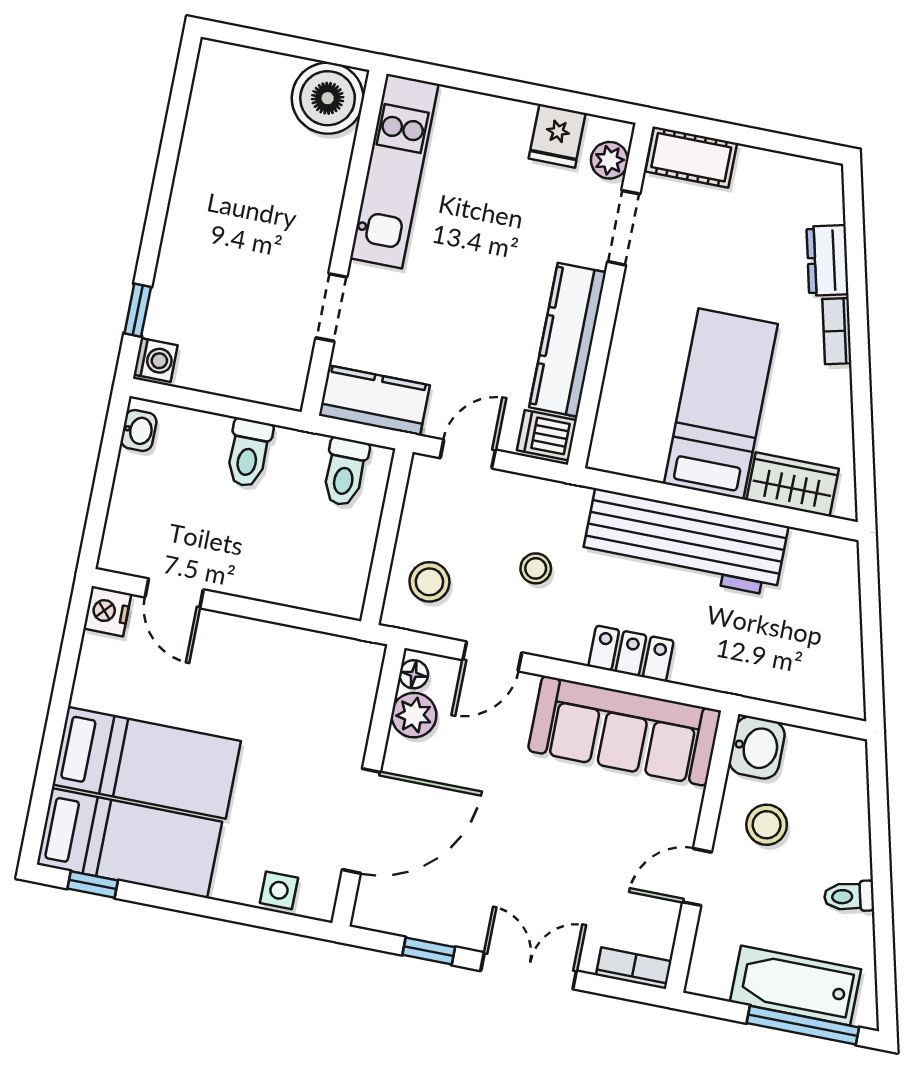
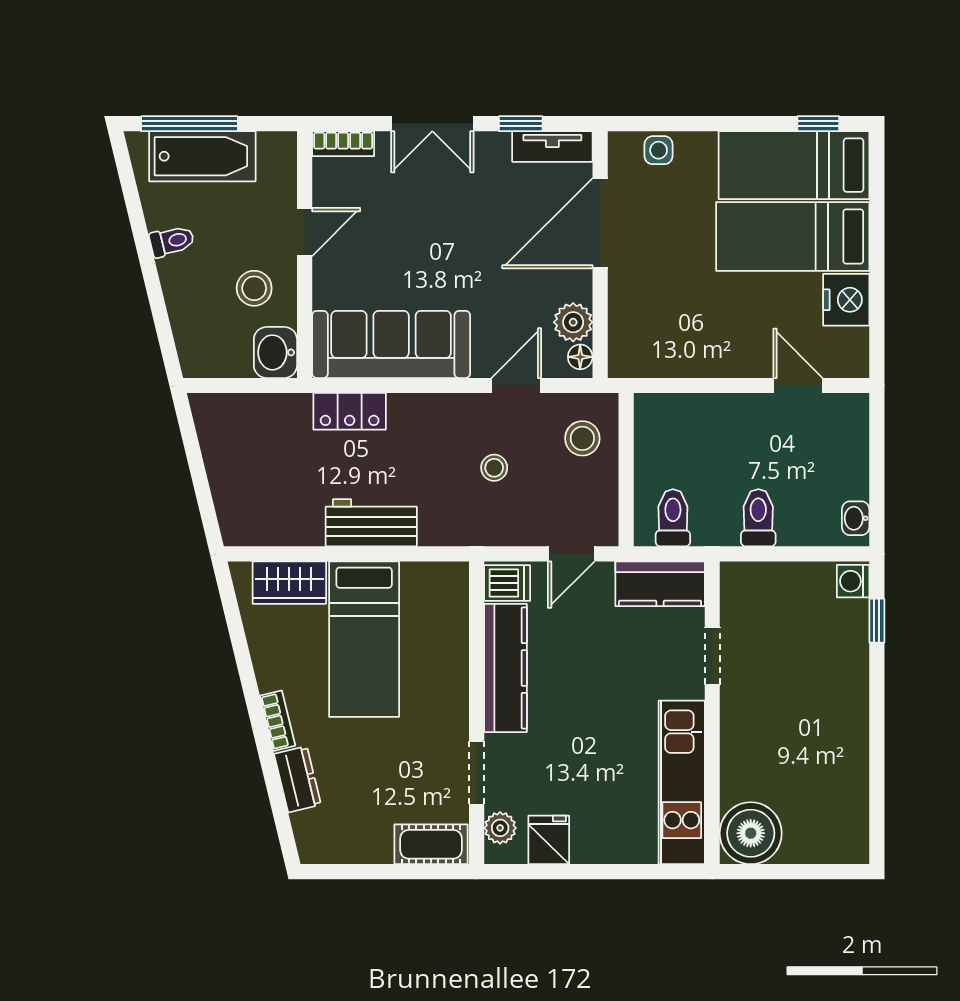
workbench: (685, 542) -> (371, 523), width x0.53, depth x0.76
nightstand: (107, 611) -> (846, 300), moved, width x1.36, depth x1.33
locker: (631, 654) -> (350, 411), moved
tv unit: (398, 918) -> (552, 147), added

